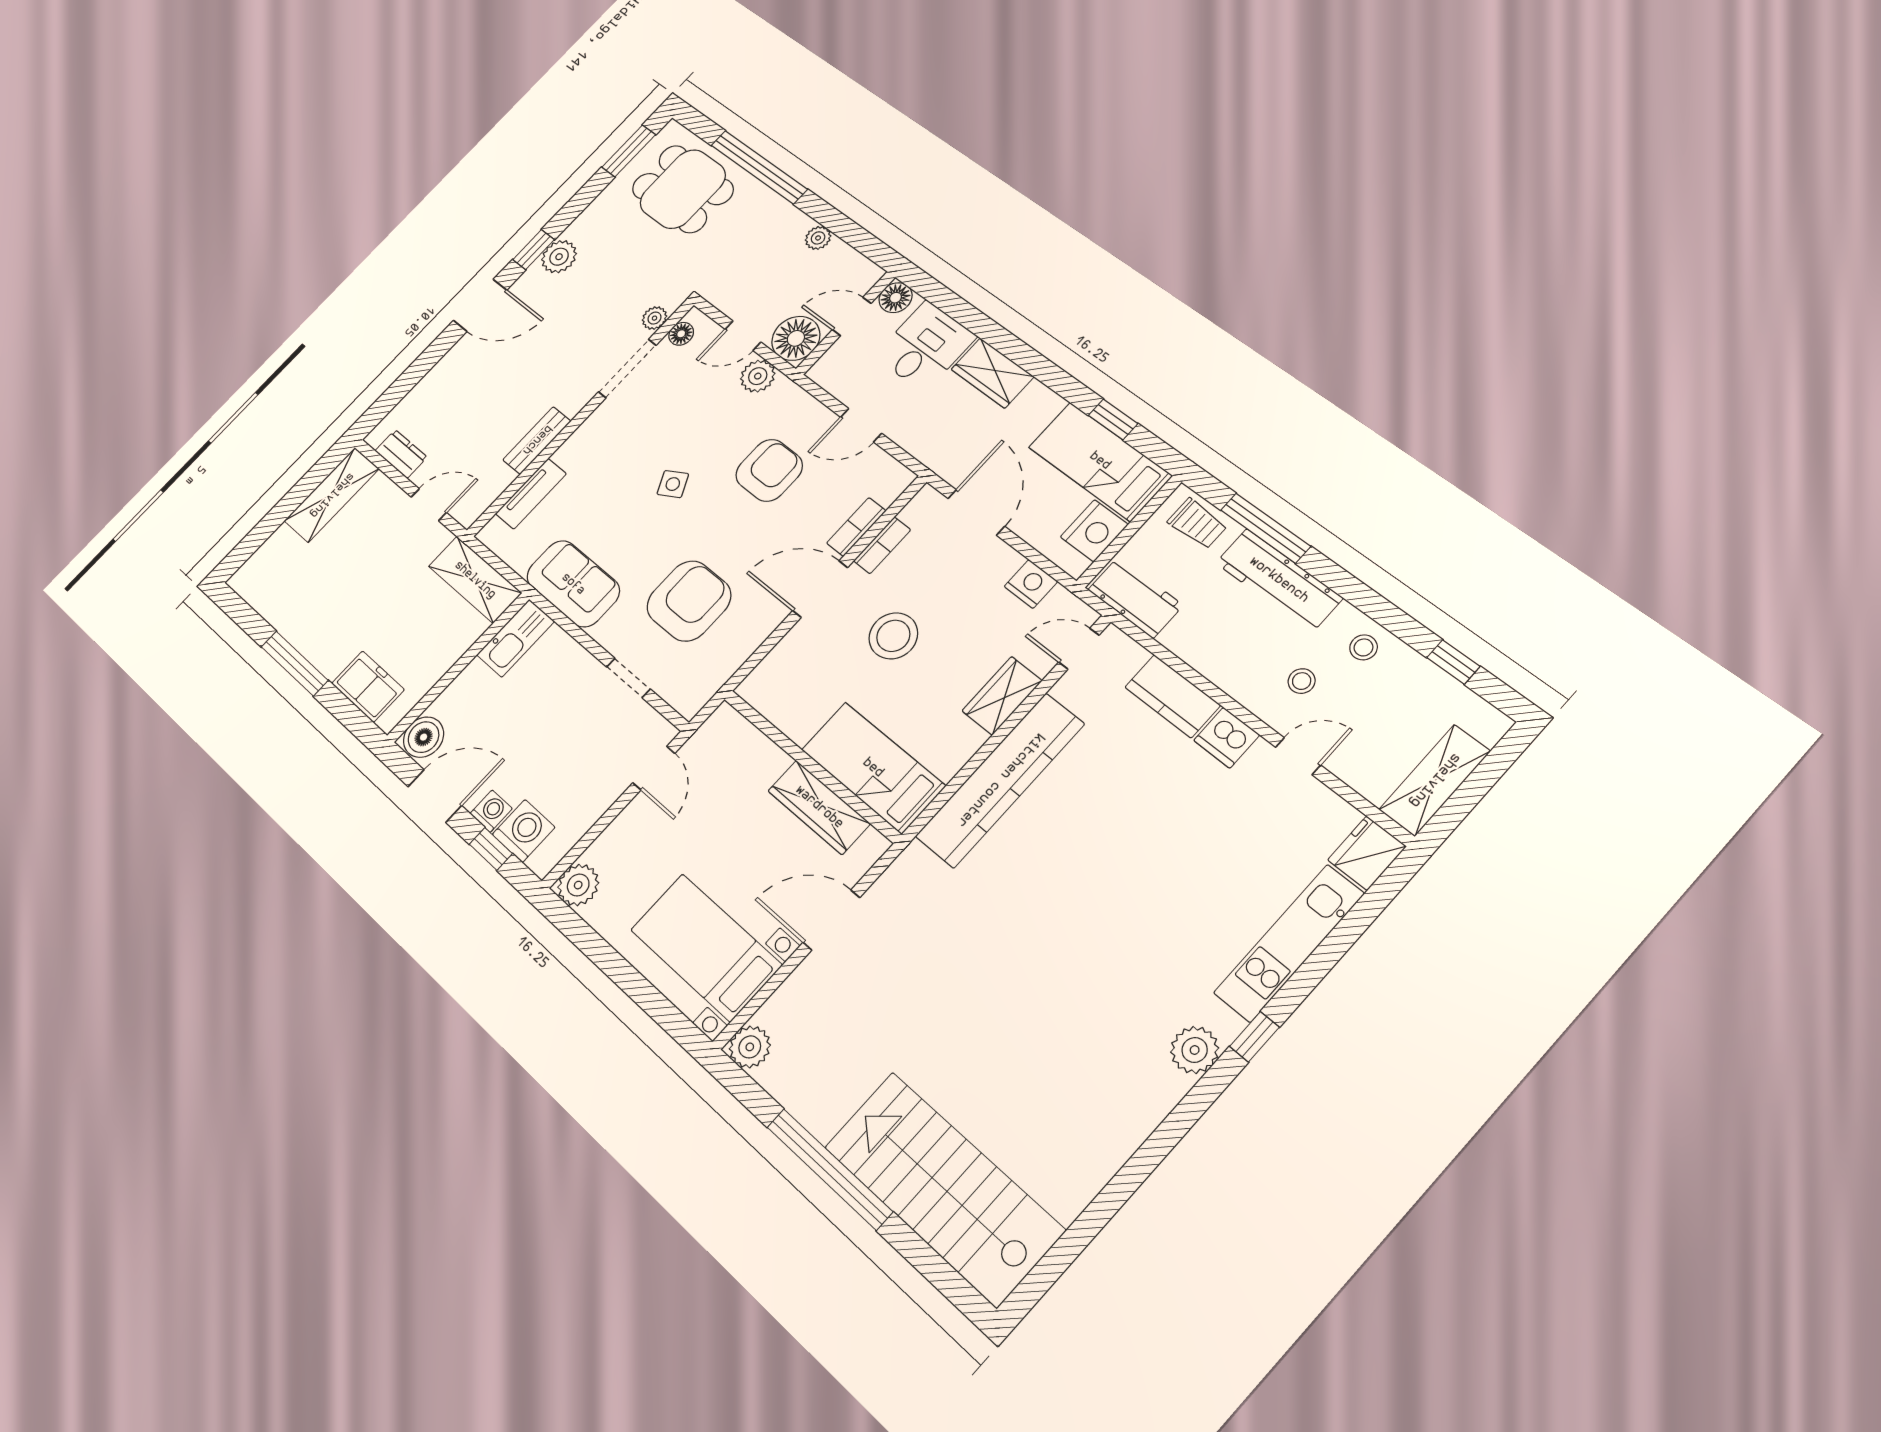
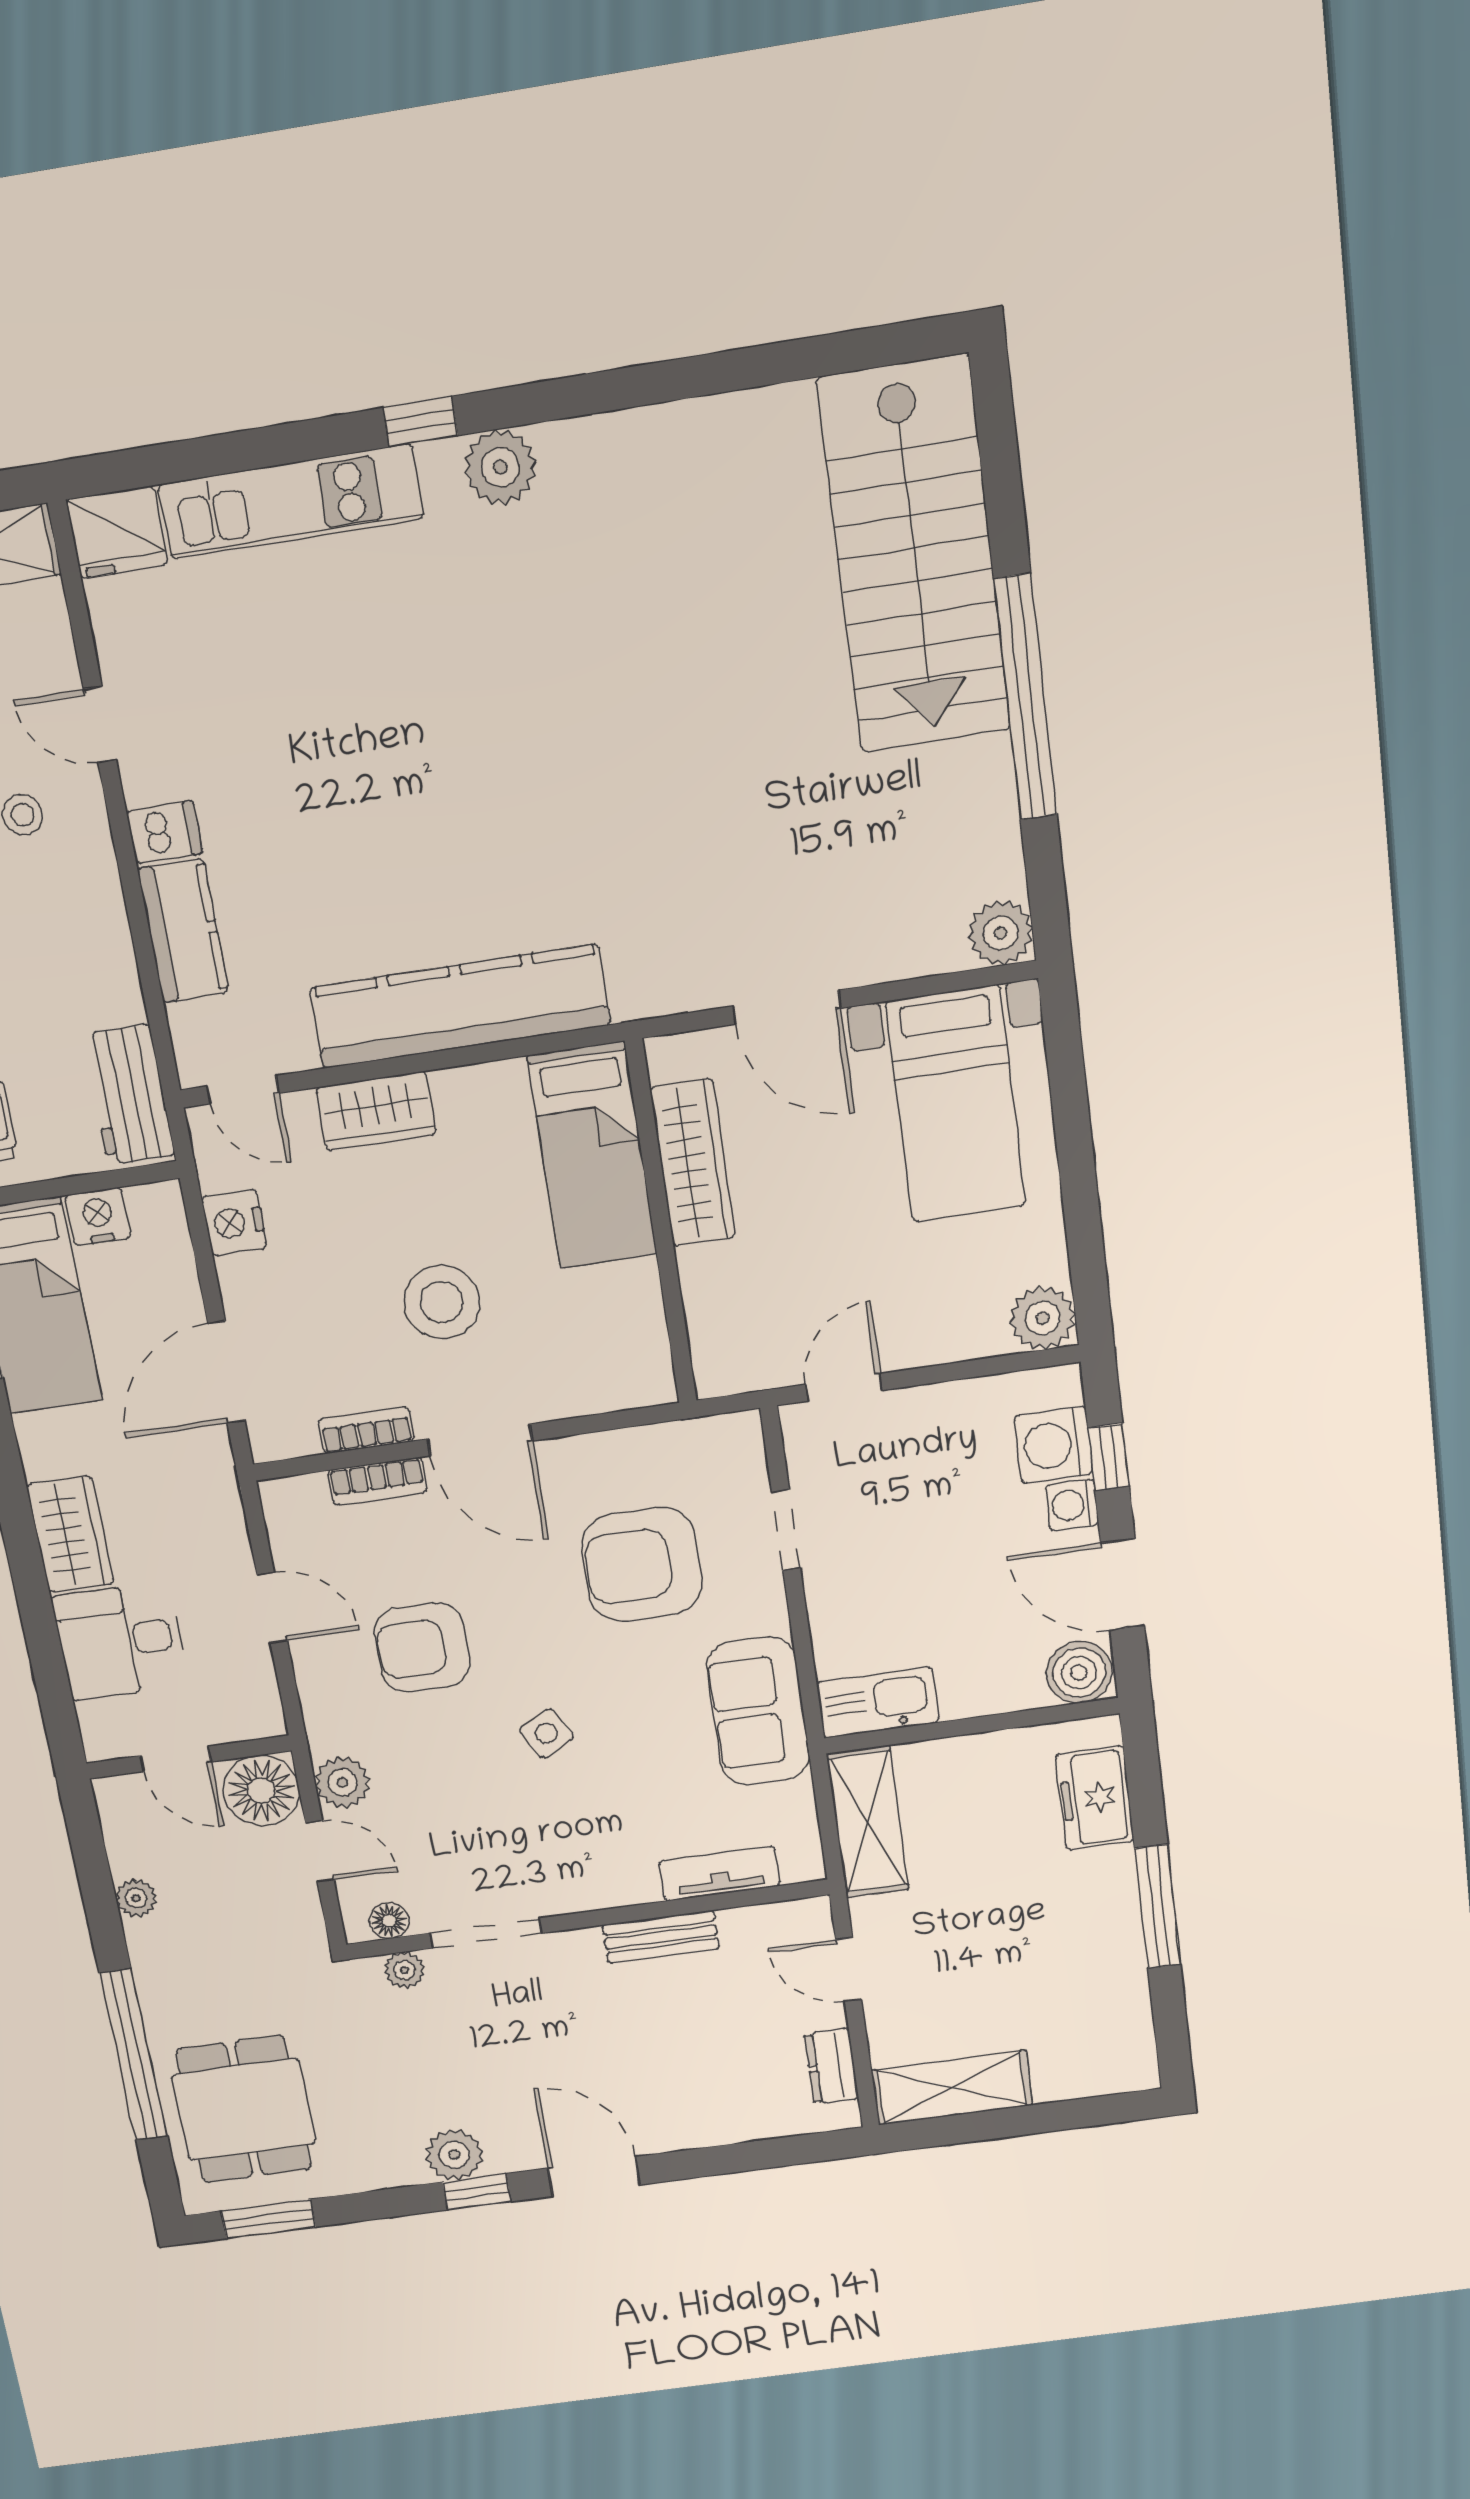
floor lamp: (896, 298) -> (106, 1736), removed
nightstand: (1094, 531) -> (98, 1217), width x0.74, depth x0.75
dishwasher: (1227, 738) -> (164, 832), width x0.73

